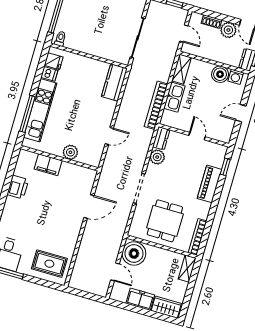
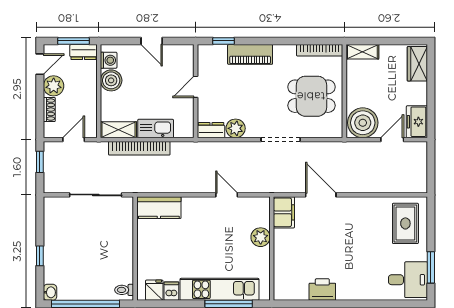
bookcase: (156, 105) -> (139, 148), moved
filing cabinet: (48, 165) -> (284, 212), moved
freezer: (140, 299) -> (417, 122), moved

